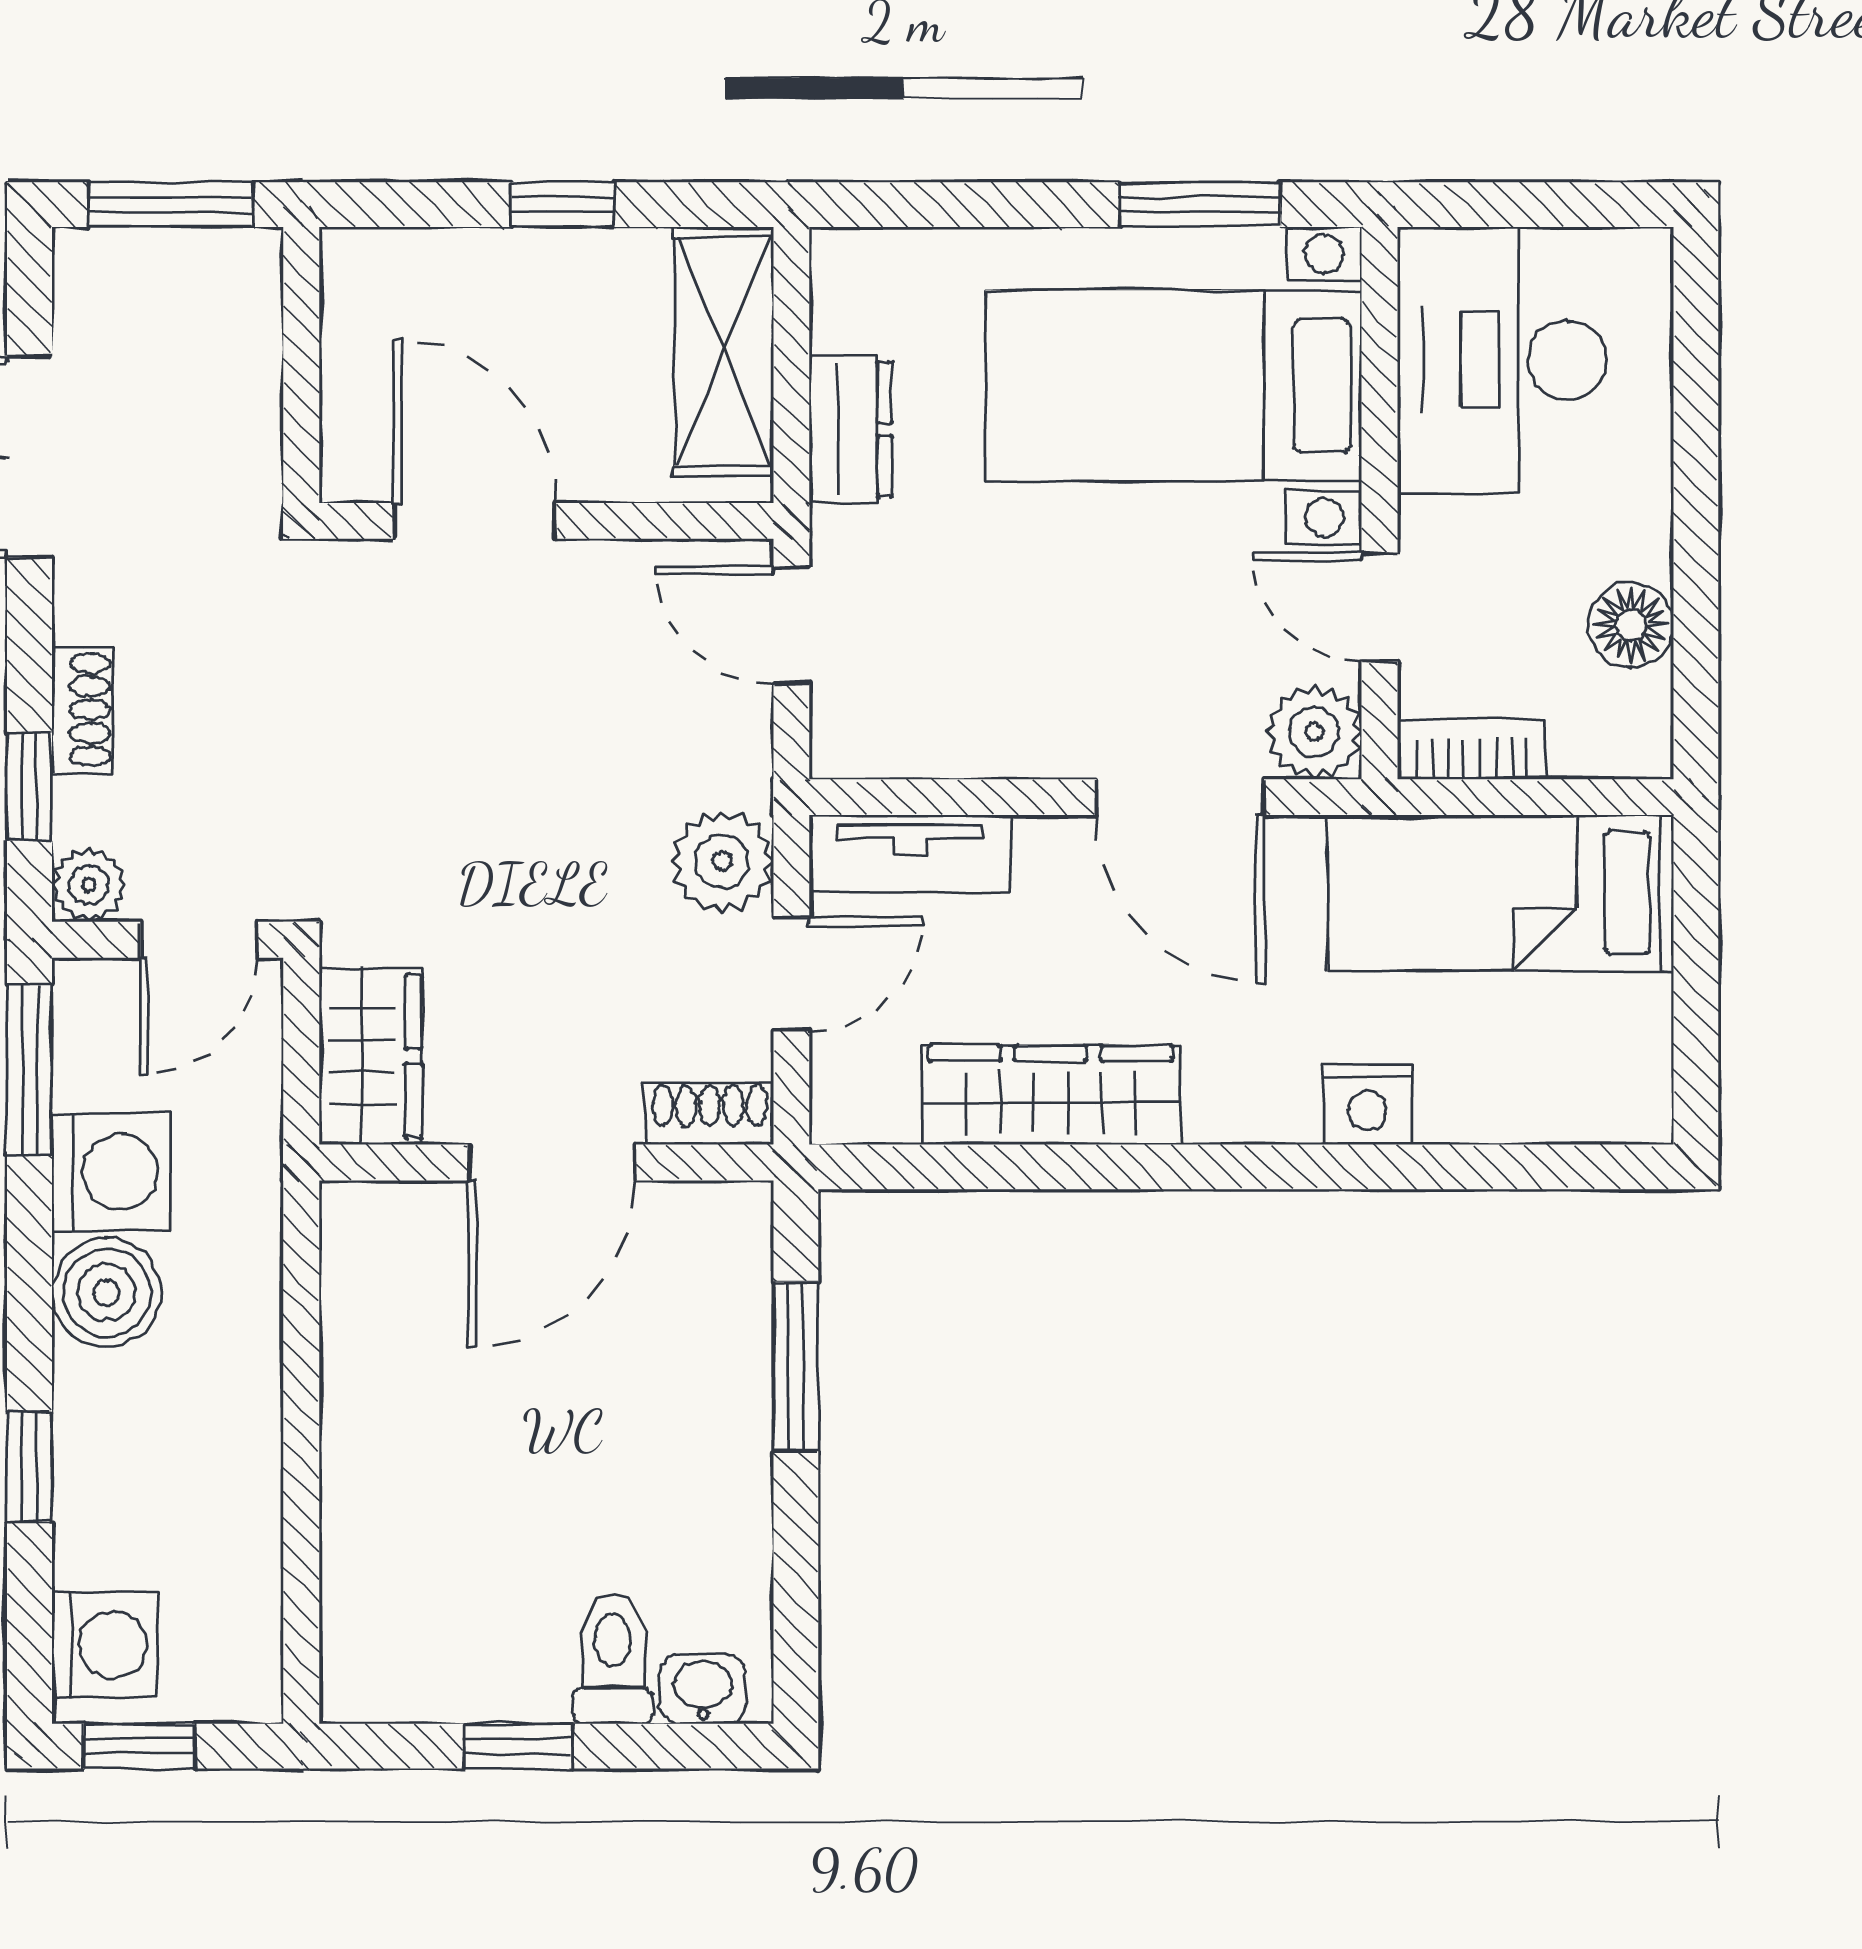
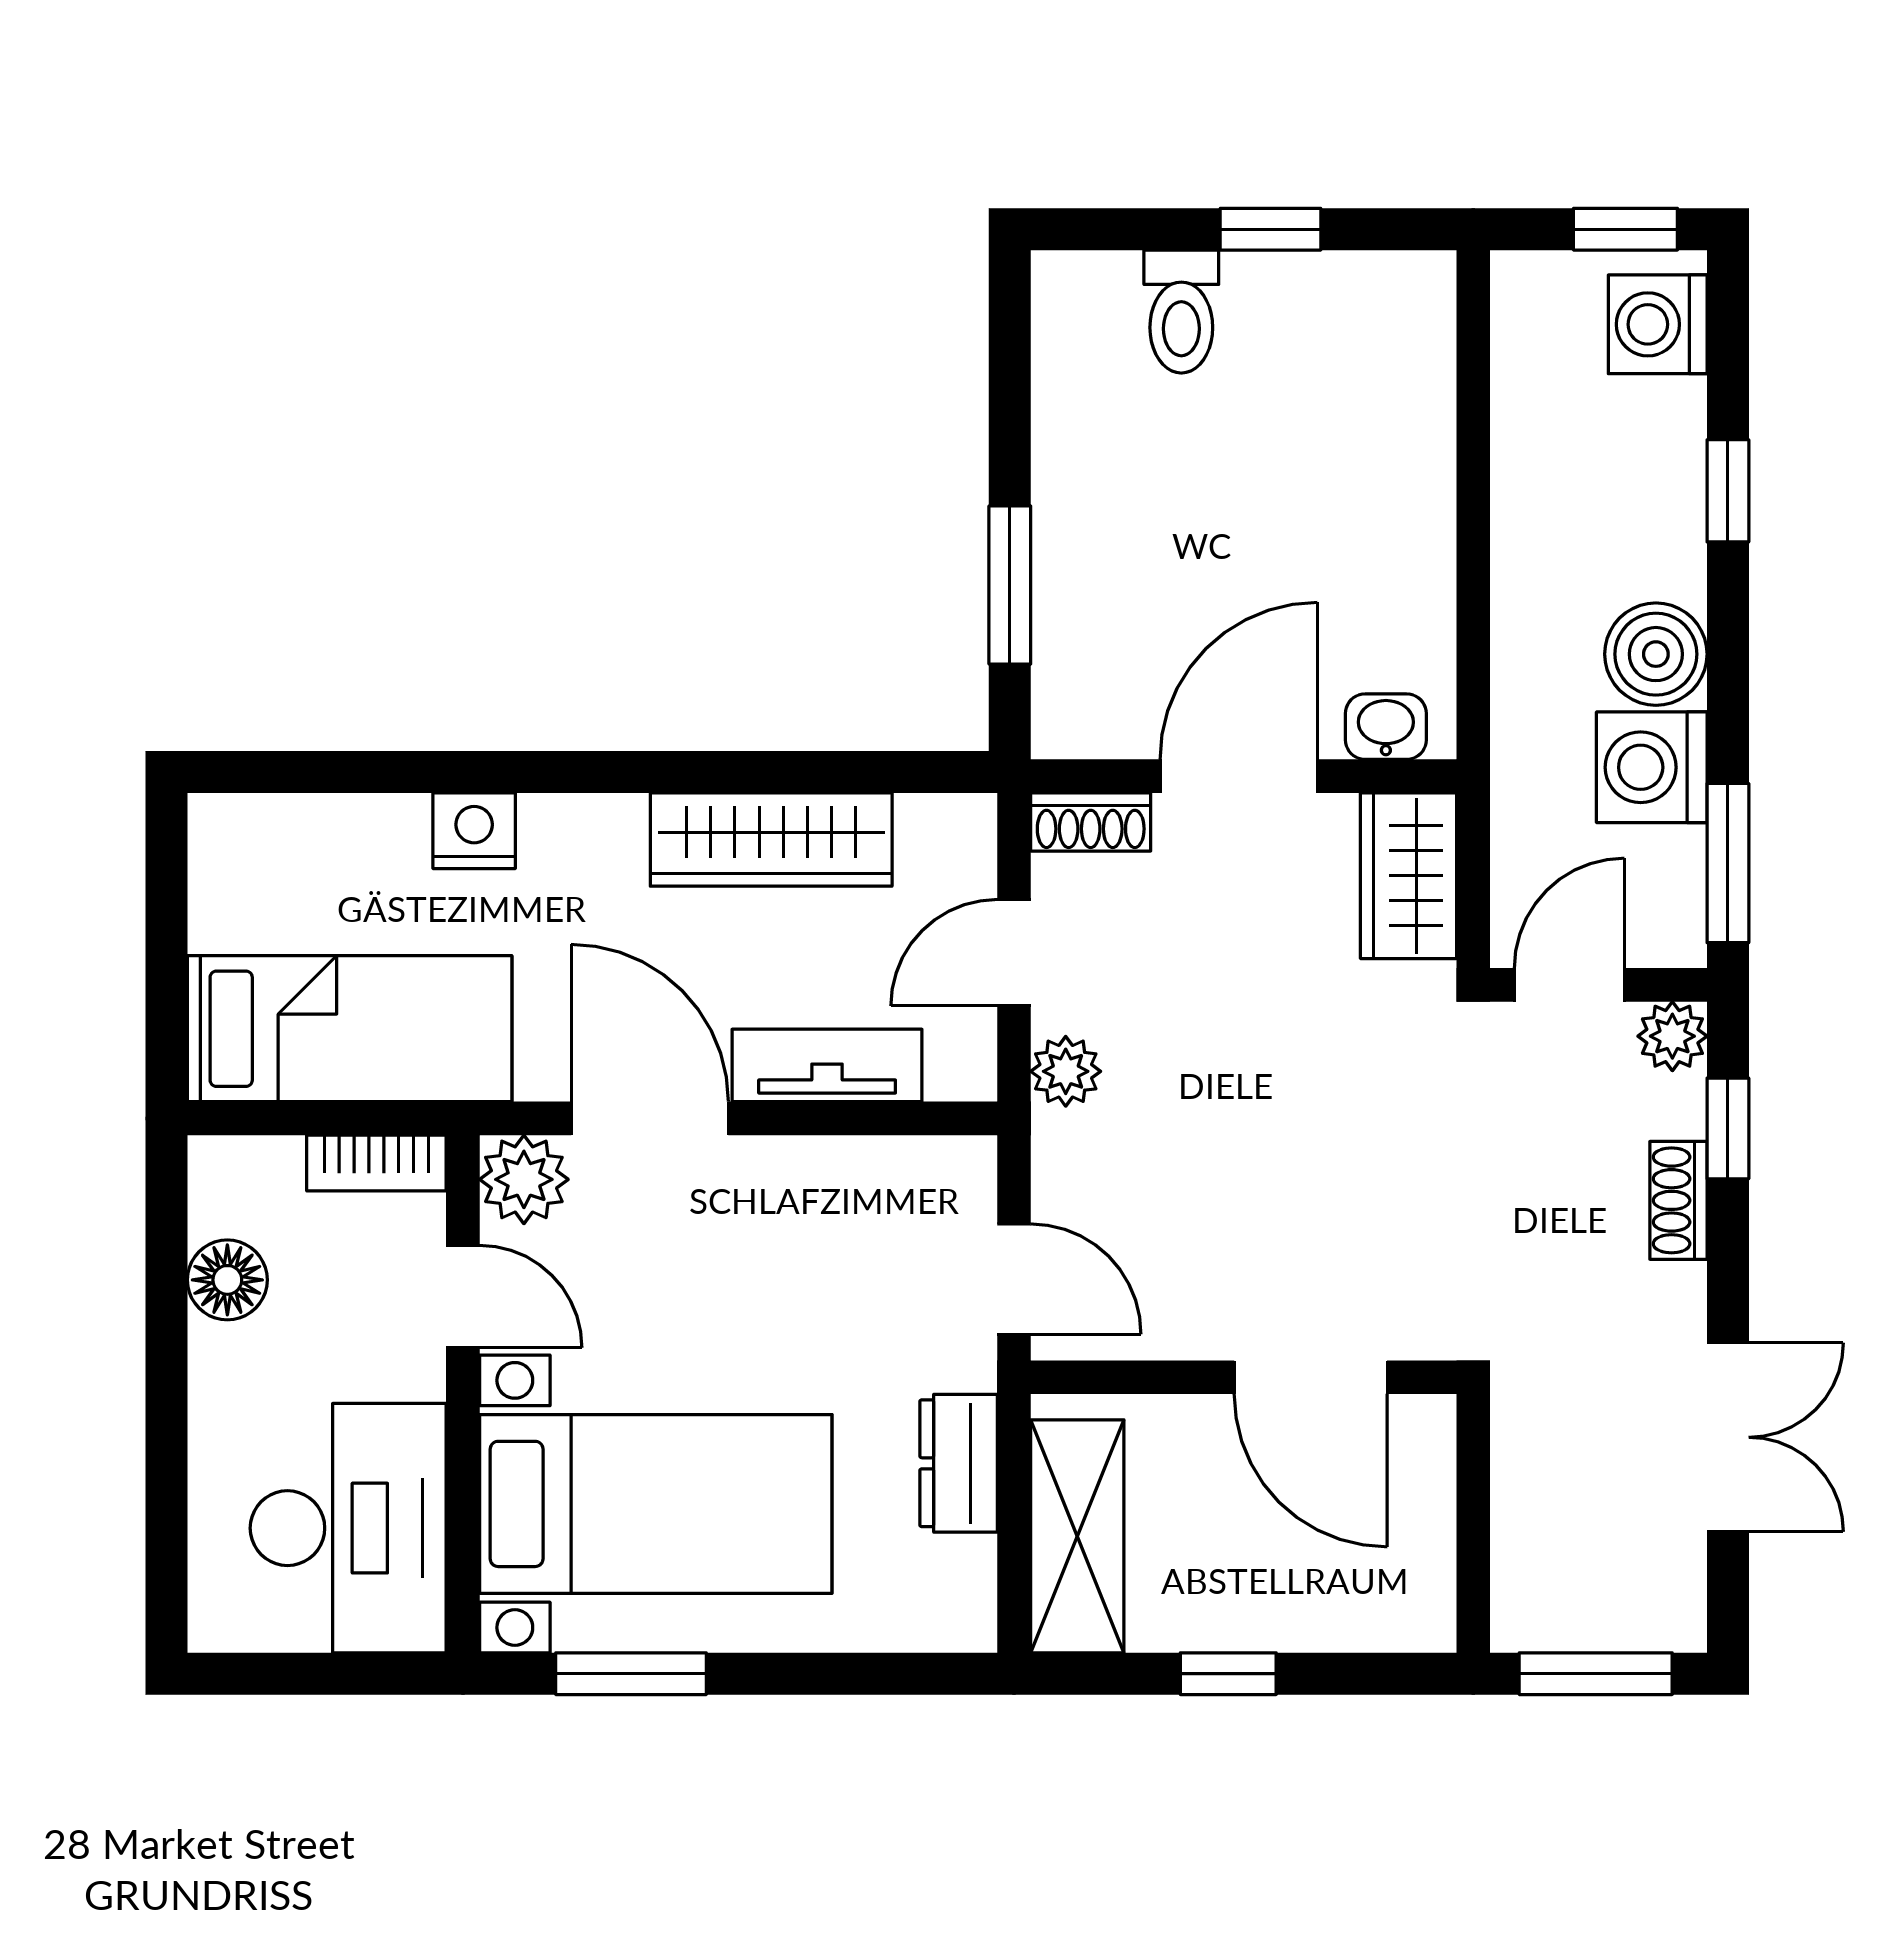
tv unit: (911, 854) -> (827, 1065), moved
plant: (722, 861) -> (1066, 1071), width x0.73, depth x0.73
washbasin: (703, 1689) -> (1386, 727), moved, turned 180

